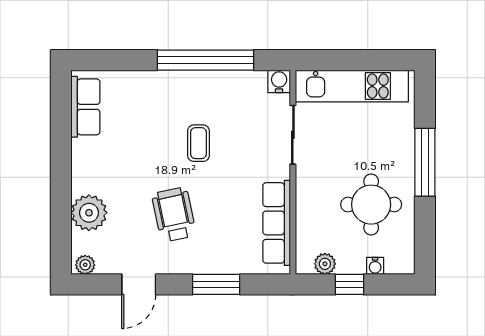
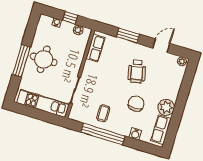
water cooler: (279, 81) -> (135, 134), moved
coffee table: (198, 143) -> (103, 113), moved
chair: (155, 146) -> (136, 104), added
round table: (371, 205) -> (44, 59), moved
plant: (89, 213) -> (166, 107), moved
row of seats: (277, 223) -> (95, 48), width x0.68

